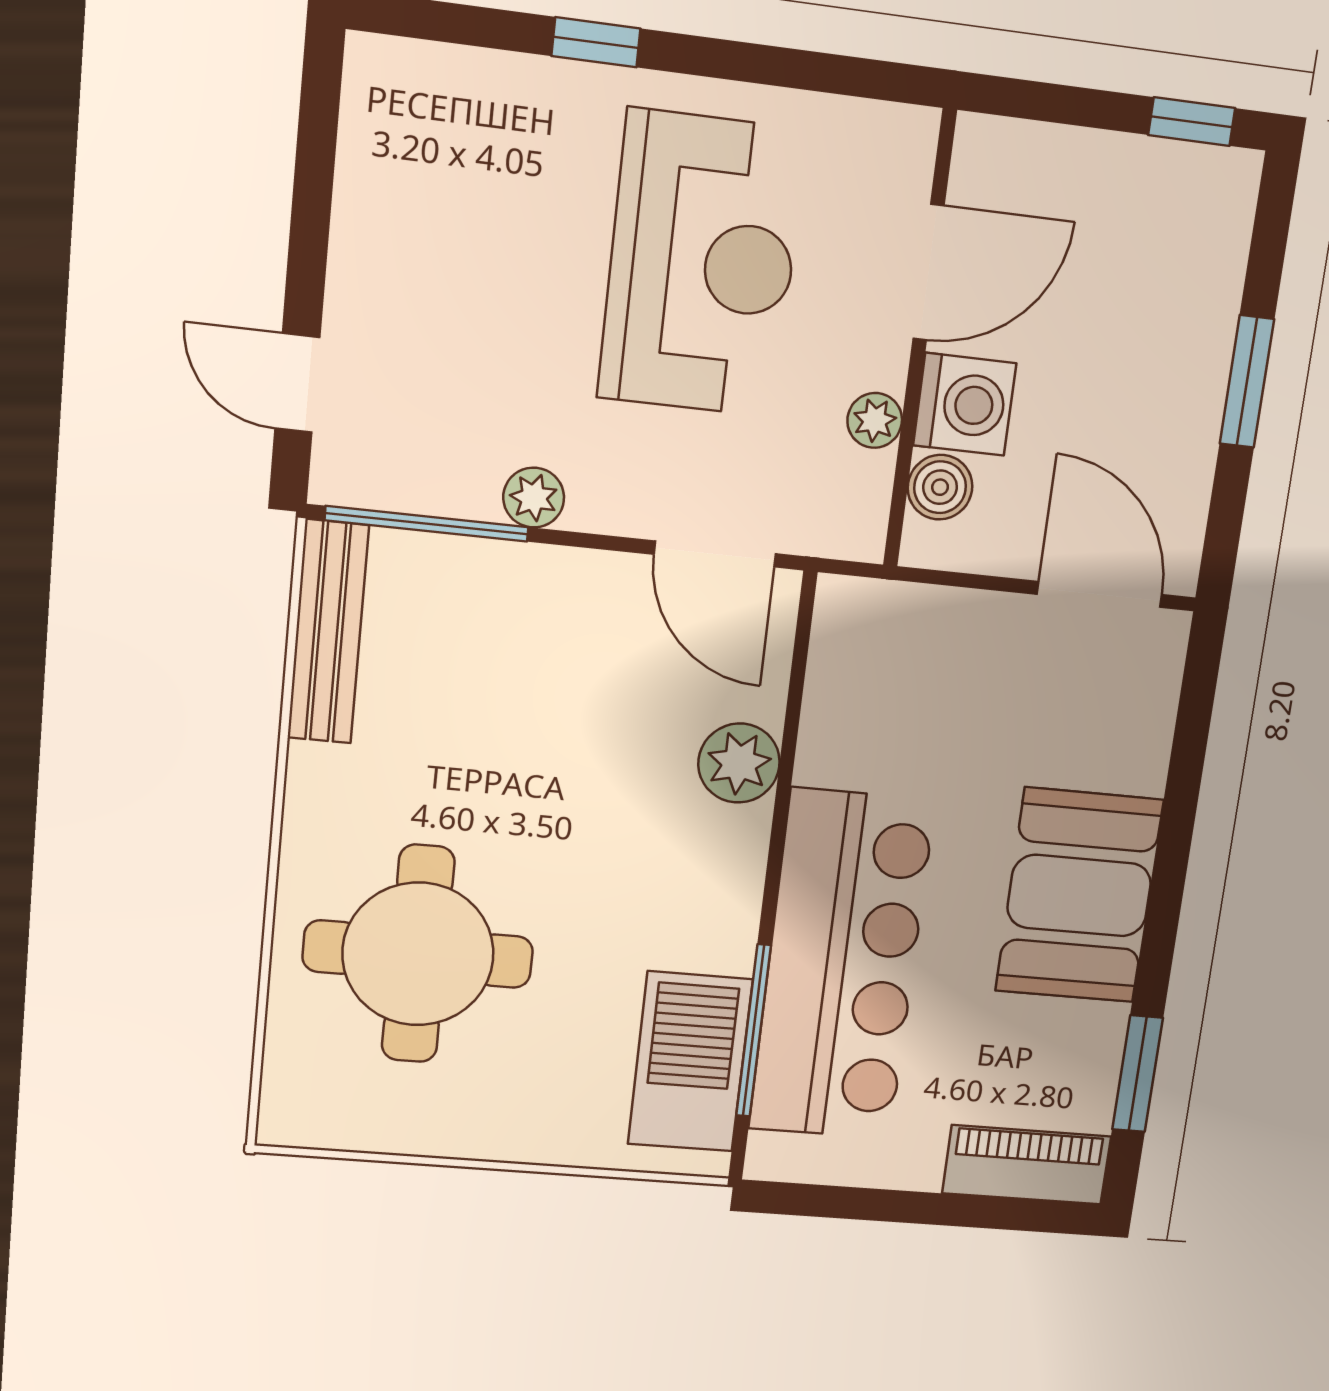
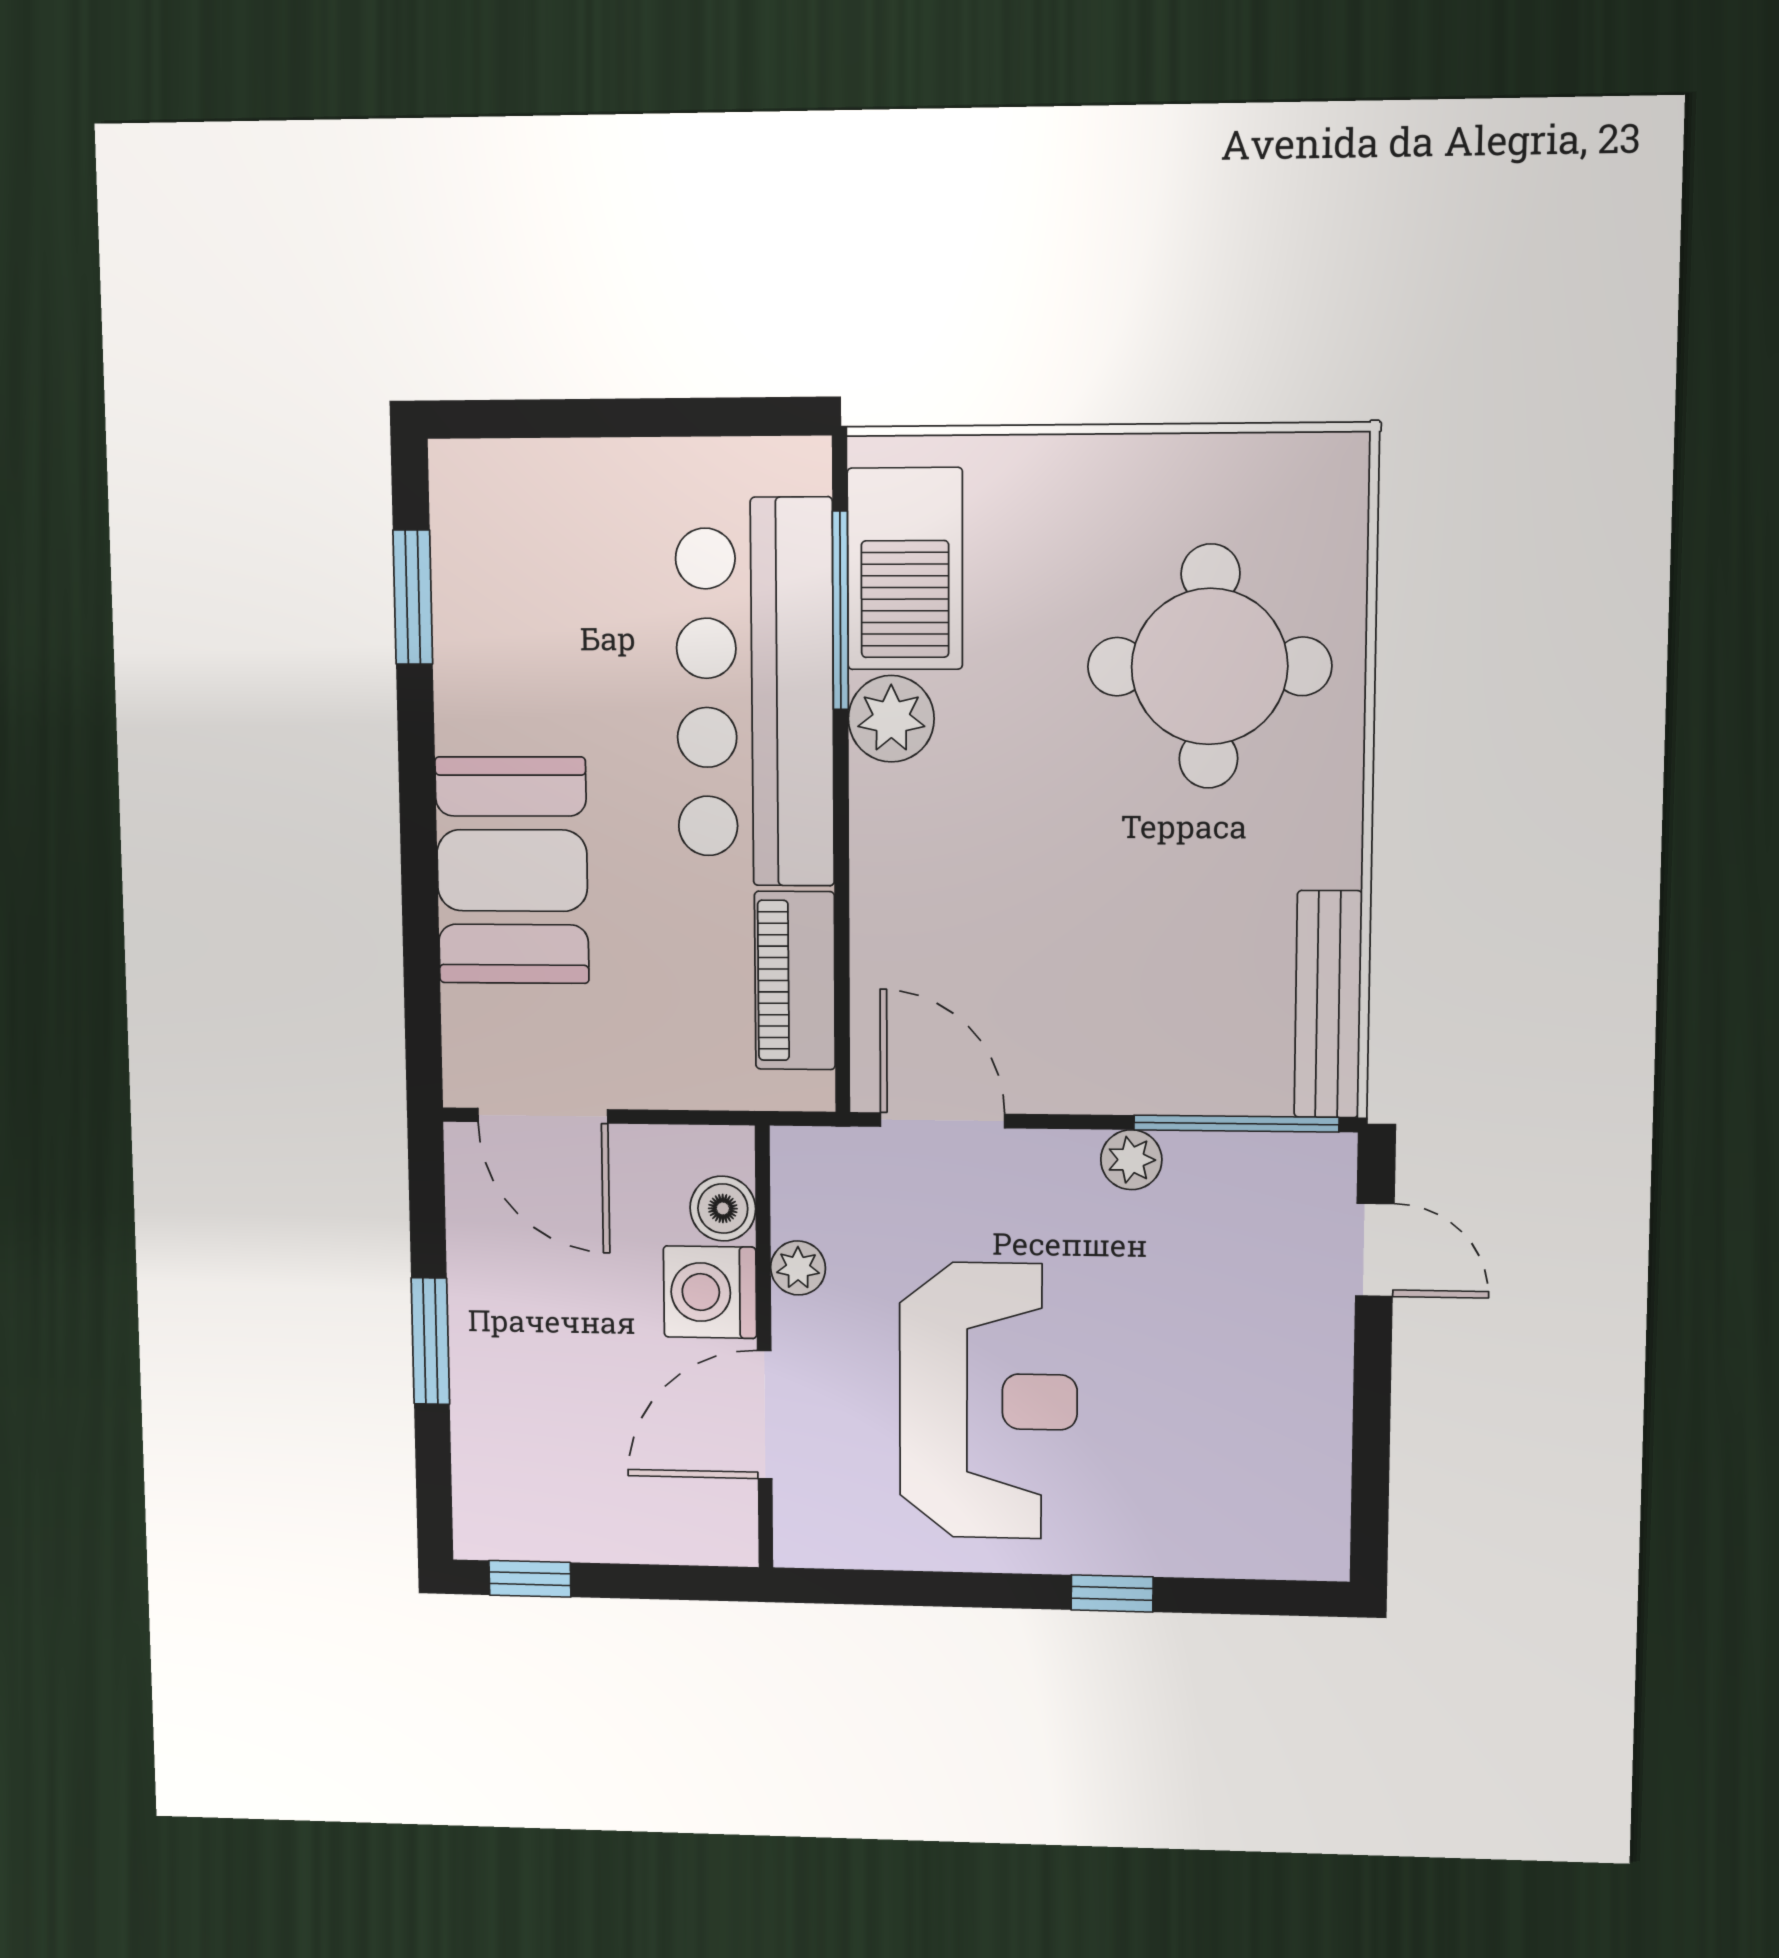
reception desk: (702, 264) -> (988, 1401), turned 180
plant: (739, 763) -> (891, 719), moved
booth: (1079, 896) -> (512, 870), moved
piano: (1027, 1165) -> (795, 981), moved, turned 90

